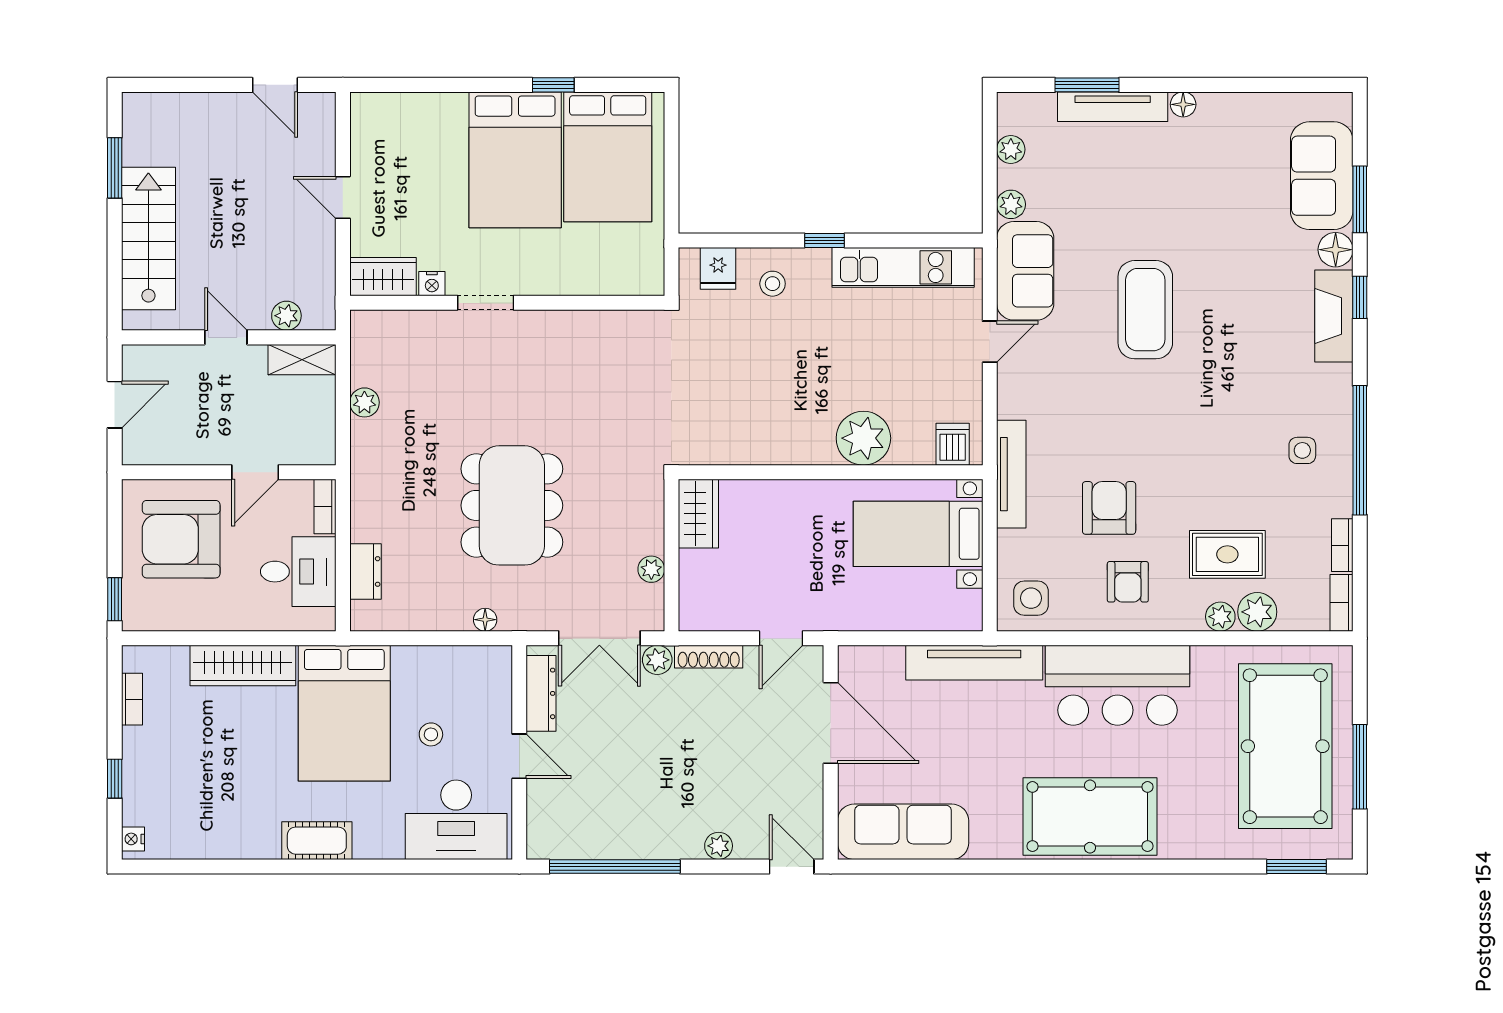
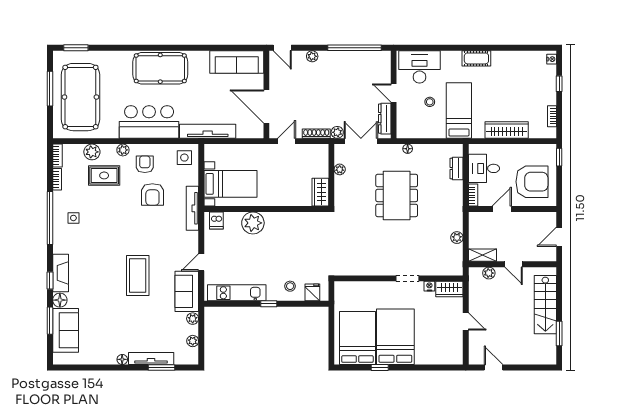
plant: (1220, 617) -> (123, 150), moved
bed: (344, 713) -> (459, 111), width x0.67

